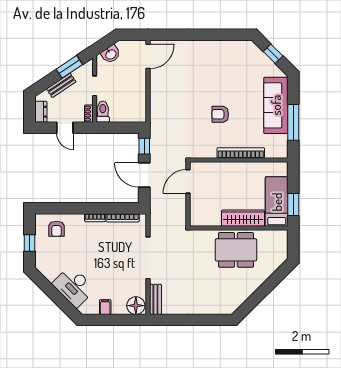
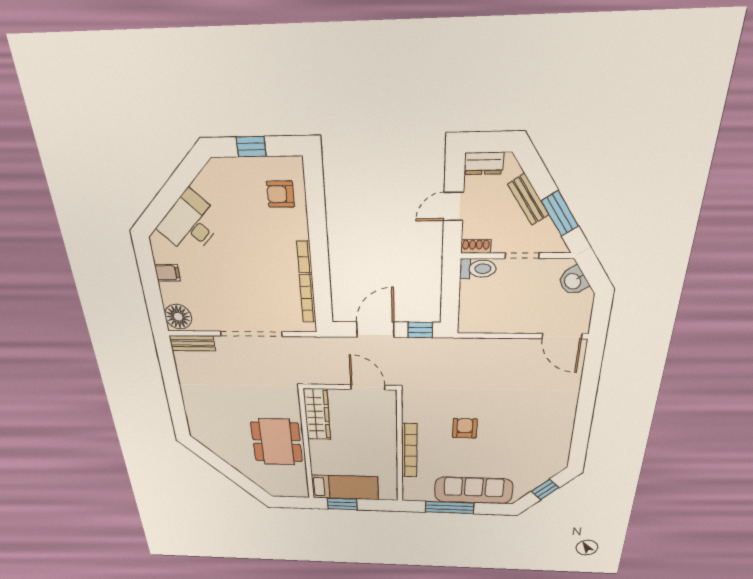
wardrobe: (243, 218) -> (317, 414), moved

